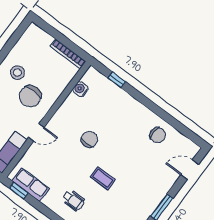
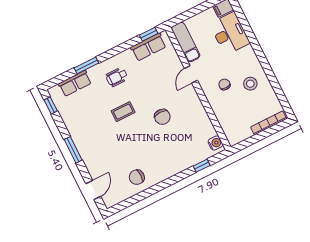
bookcase: (68, 54) -> (269, 123), moved
water cooler: (80, 89) -> (215, 143), moved
chair: (30, 96) -> (224, 84), width x0.54, depth x0.54

